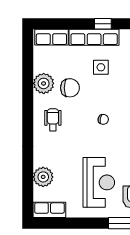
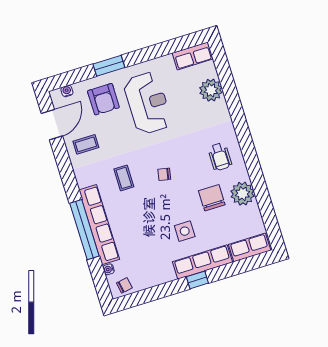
chair: (70, 88) -> (212, 198), turned 90
reception desk: (99, 182) -> (148, 103), turned 180

